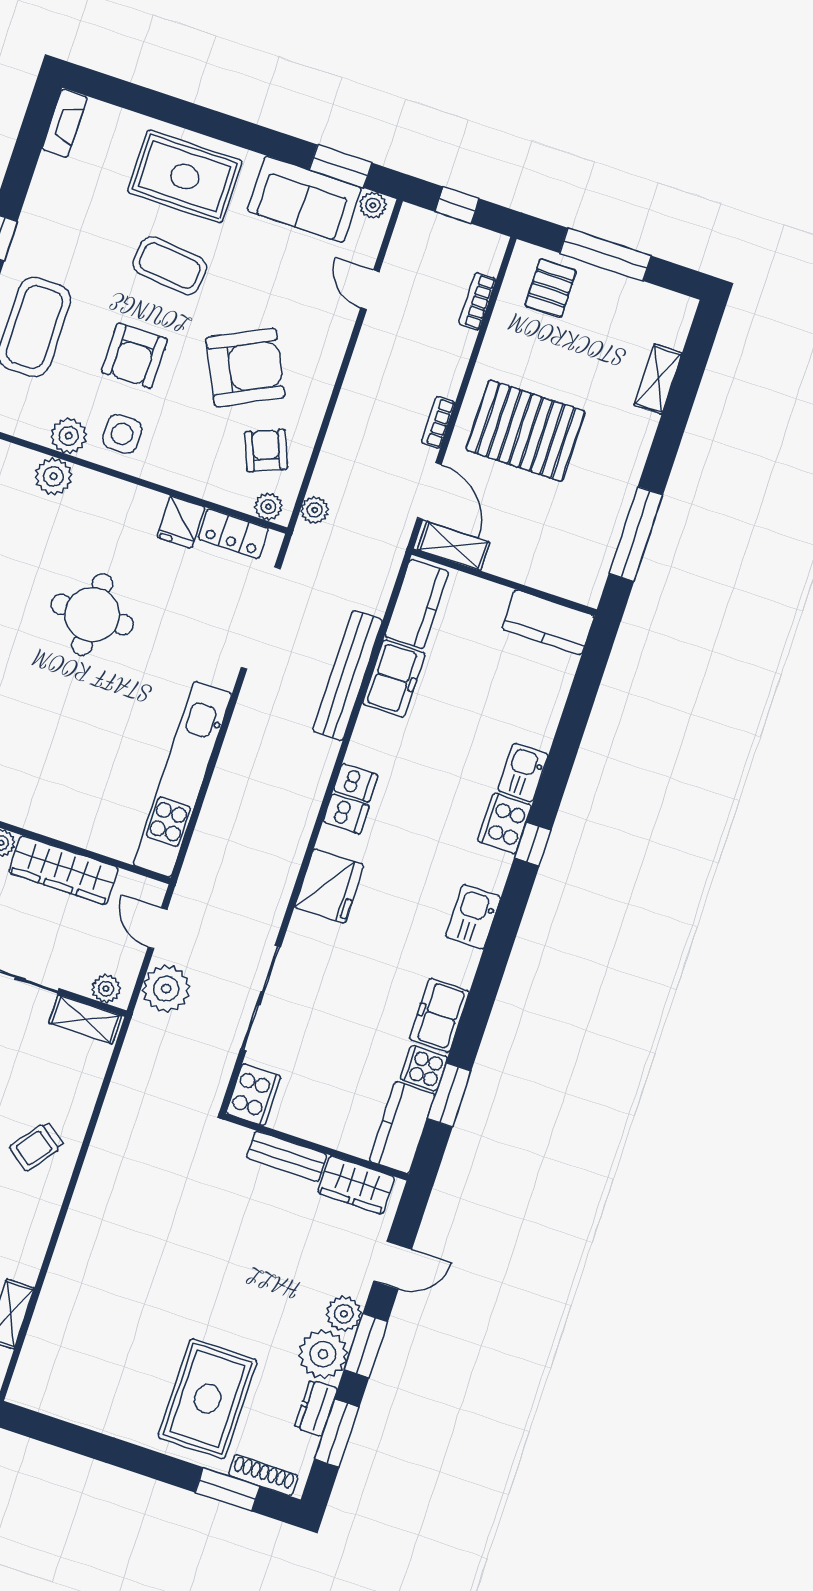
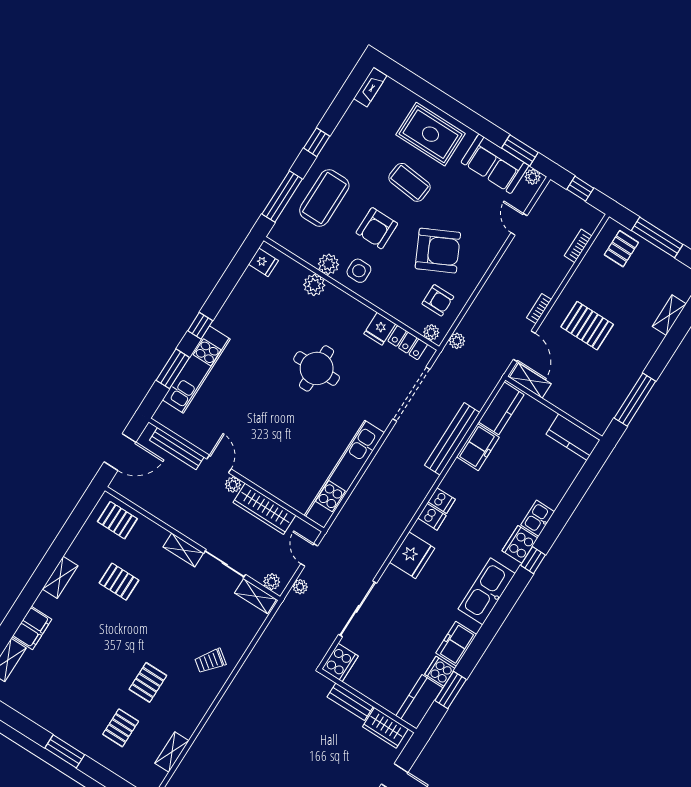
pallet: (525, 431) -> (587, 326), width x0.73, depth x0.71
armchair: (266, 450) -> (438, 300), turned 112
kitchen sink: (473, 917) -> (487, 591), width x1.87, depth x1.24
plant: (166, 989) -> (300, 587), width x0.53, depth x0.53

